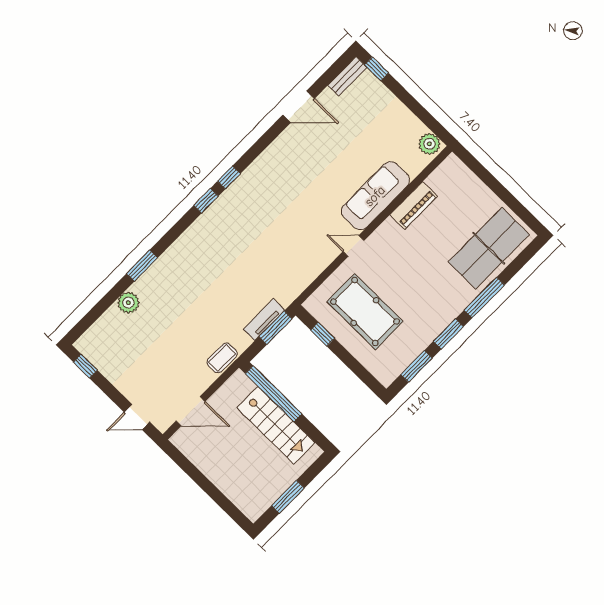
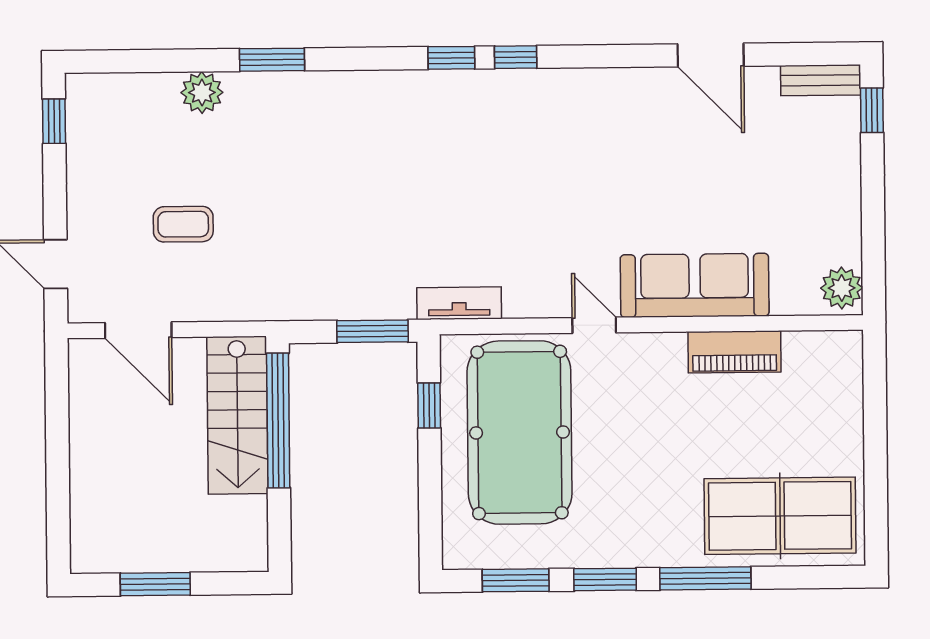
pool table: (365, 312) -> (520, 432), width x1.36, depth x1.32
tv unit: (264, 320) -> (459, 303), moved
coffee table: (222, 358) -> (183, 224), moved
stairs: (276, 425) -> (237, 415), moved

